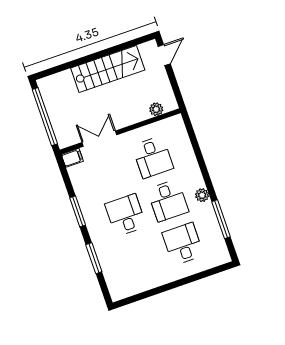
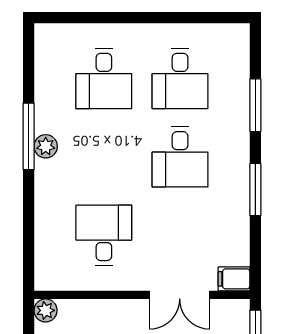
plant: (156, 109) -> (46, 310), moved
desk: (168, 200) -> (180, 79), moved, turned 180
window: (221, 219) -> (29, 136), moved

